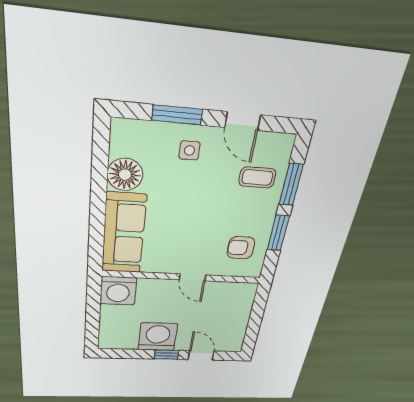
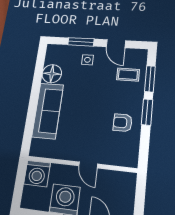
wall: (182, 277) -> (81, 164), moved
door: (193, 277) -> (88, 165), moved
washing machine: (118, 291) -> (37, 173), moved

